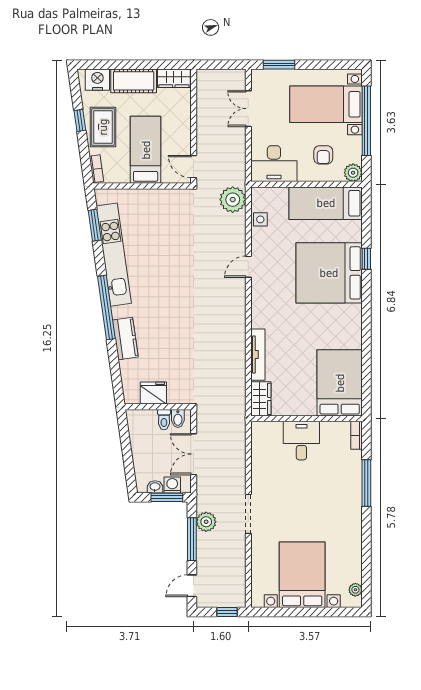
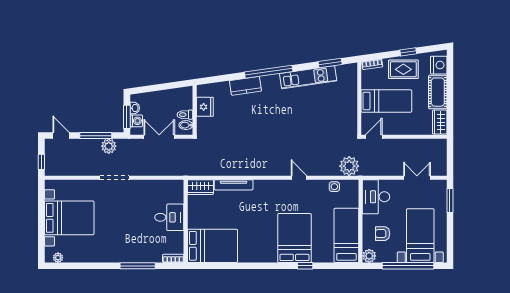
kitchen unit: (114, 255) -> (308, 77), width x0.73
bed: (329, 273) -> (294, 238), width x0.73

